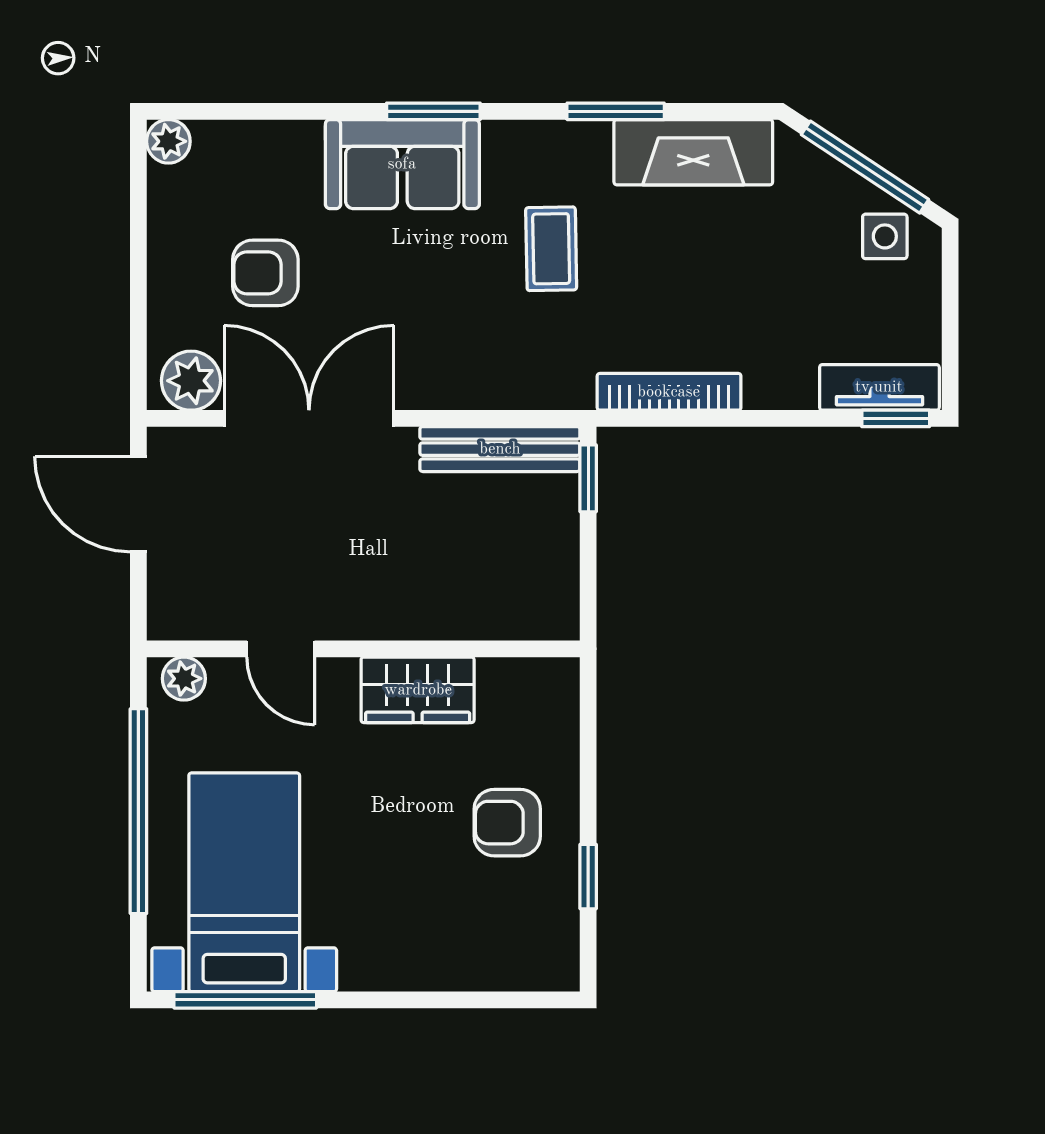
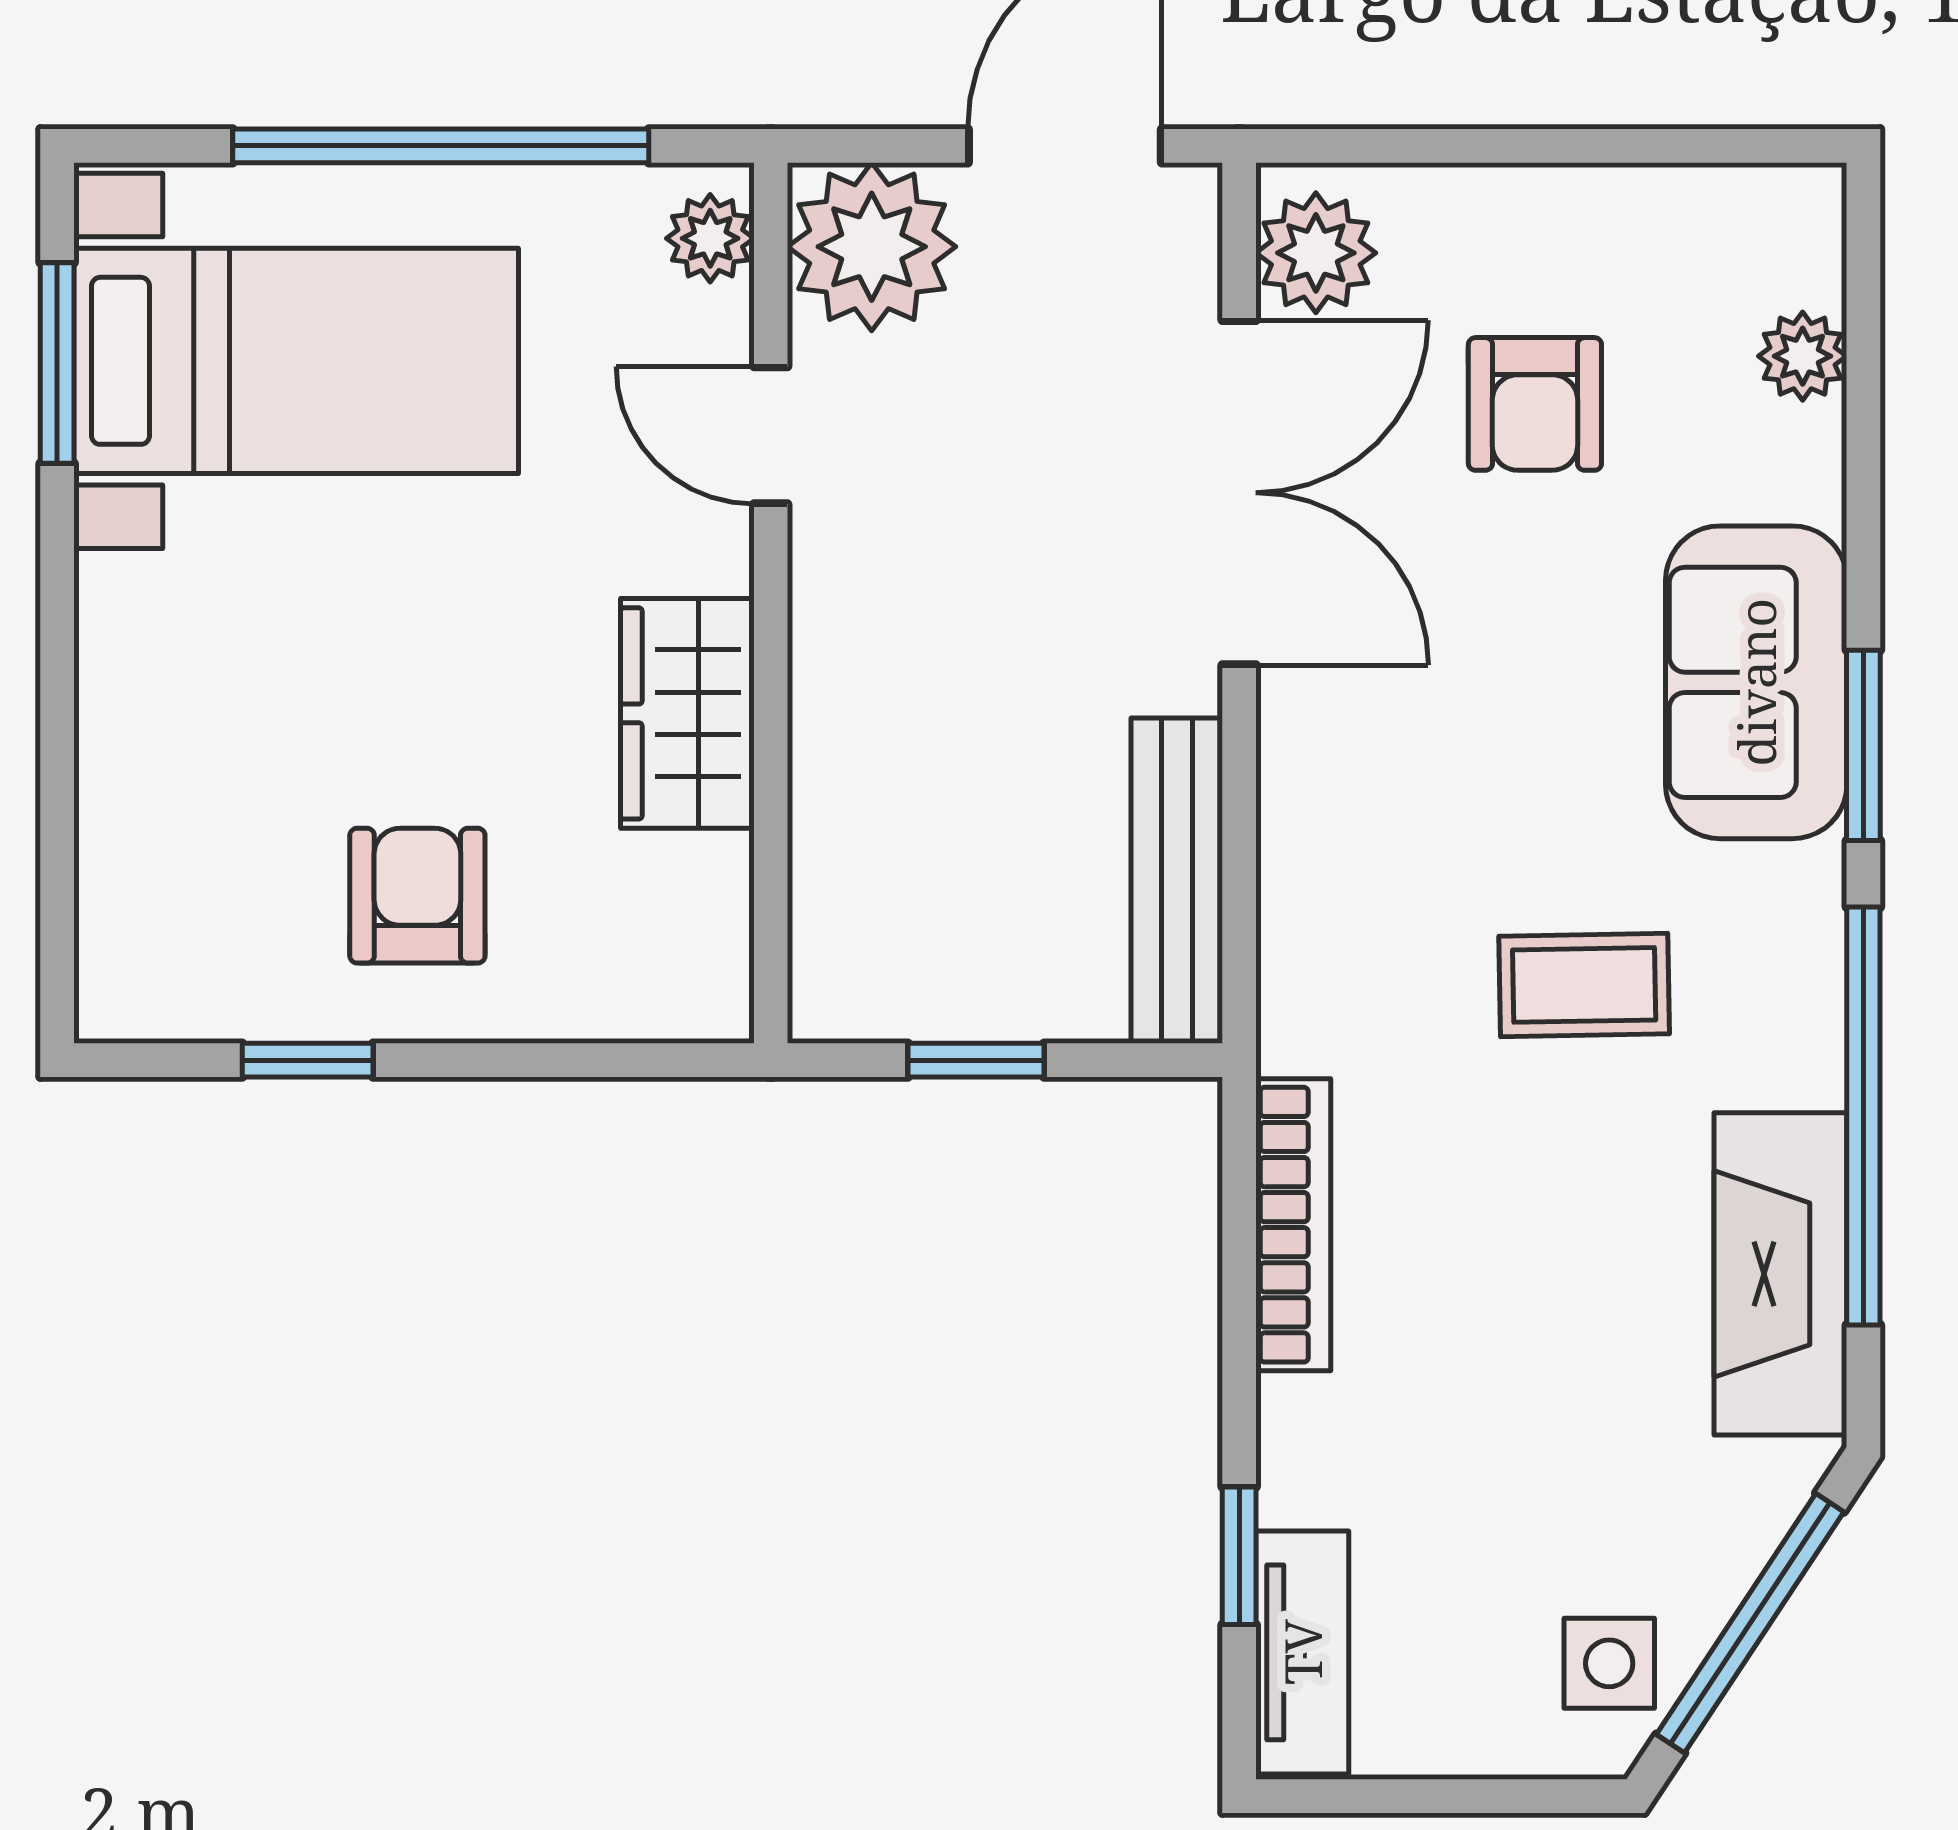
window: (616, 111) -> (1863, 1116), width x2.11
plant: (168, 141) -> (1803, 356), moved
armchair: (265, 273) -> (1535, 404), turned 180
window: (896, 418) -> (1239, 1556), moved
window: (588, 478) -> (976, 1060), moved
plant: (188, 599) -> (872, 247), added
door: (281, 649) -> (771, 435), hinge flipped
window: (245, 1000) -> (57, 363), width x0.69

